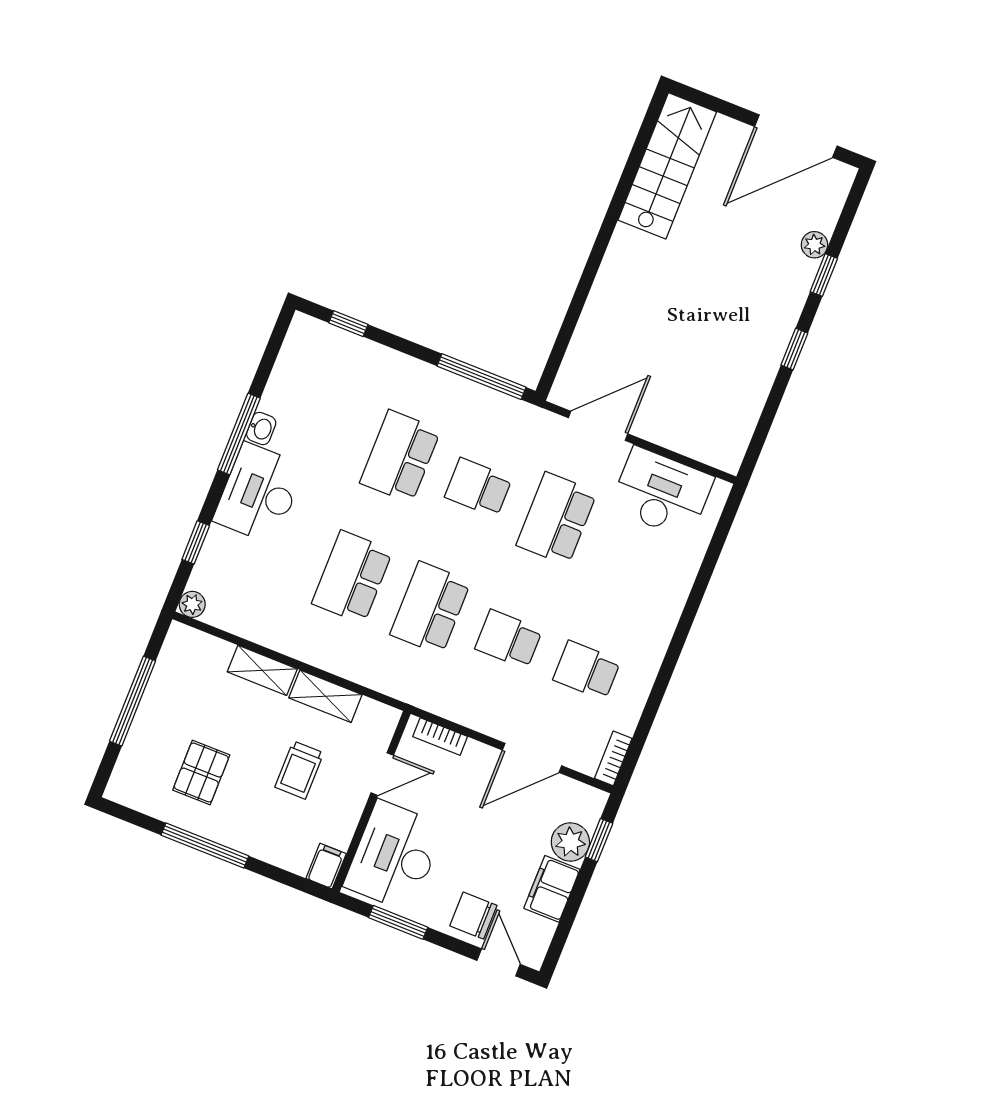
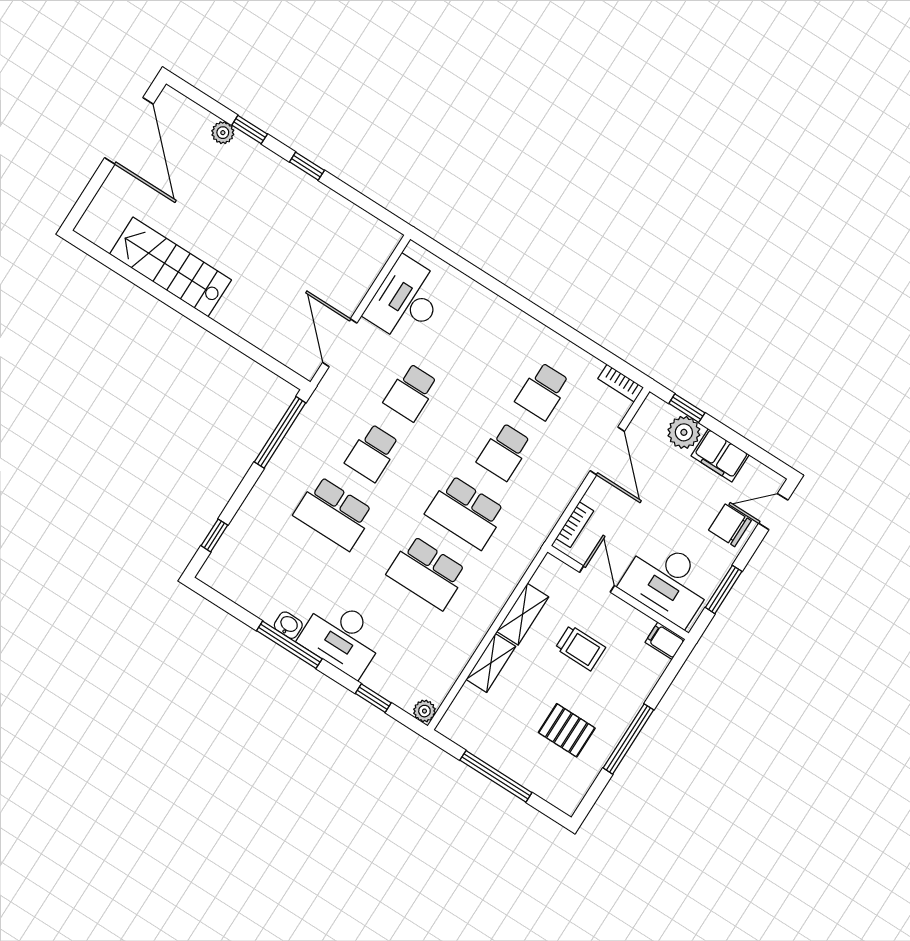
stairs: (667, 166) -> (170, 267), moved
school desk: (557, 519) -> (411, 392), width x0.54
chair: (473, 916) -> (730, 525), turned 90

